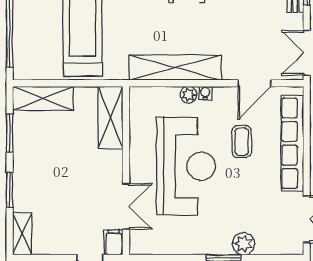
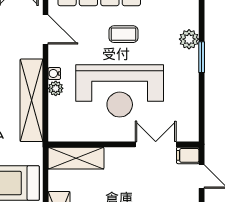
coffee table: (242, 142) -> (124, 34), moved
reception desk: (186, 166) -> (120, 91), turned 180

